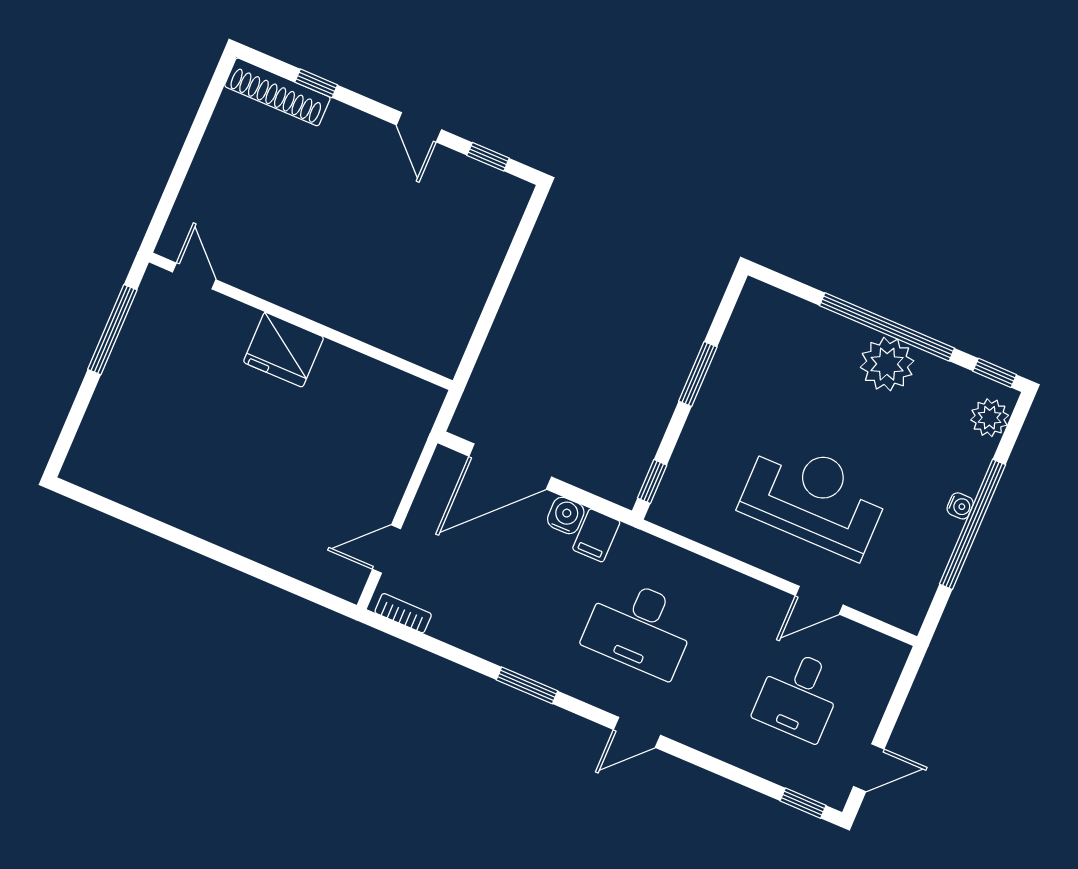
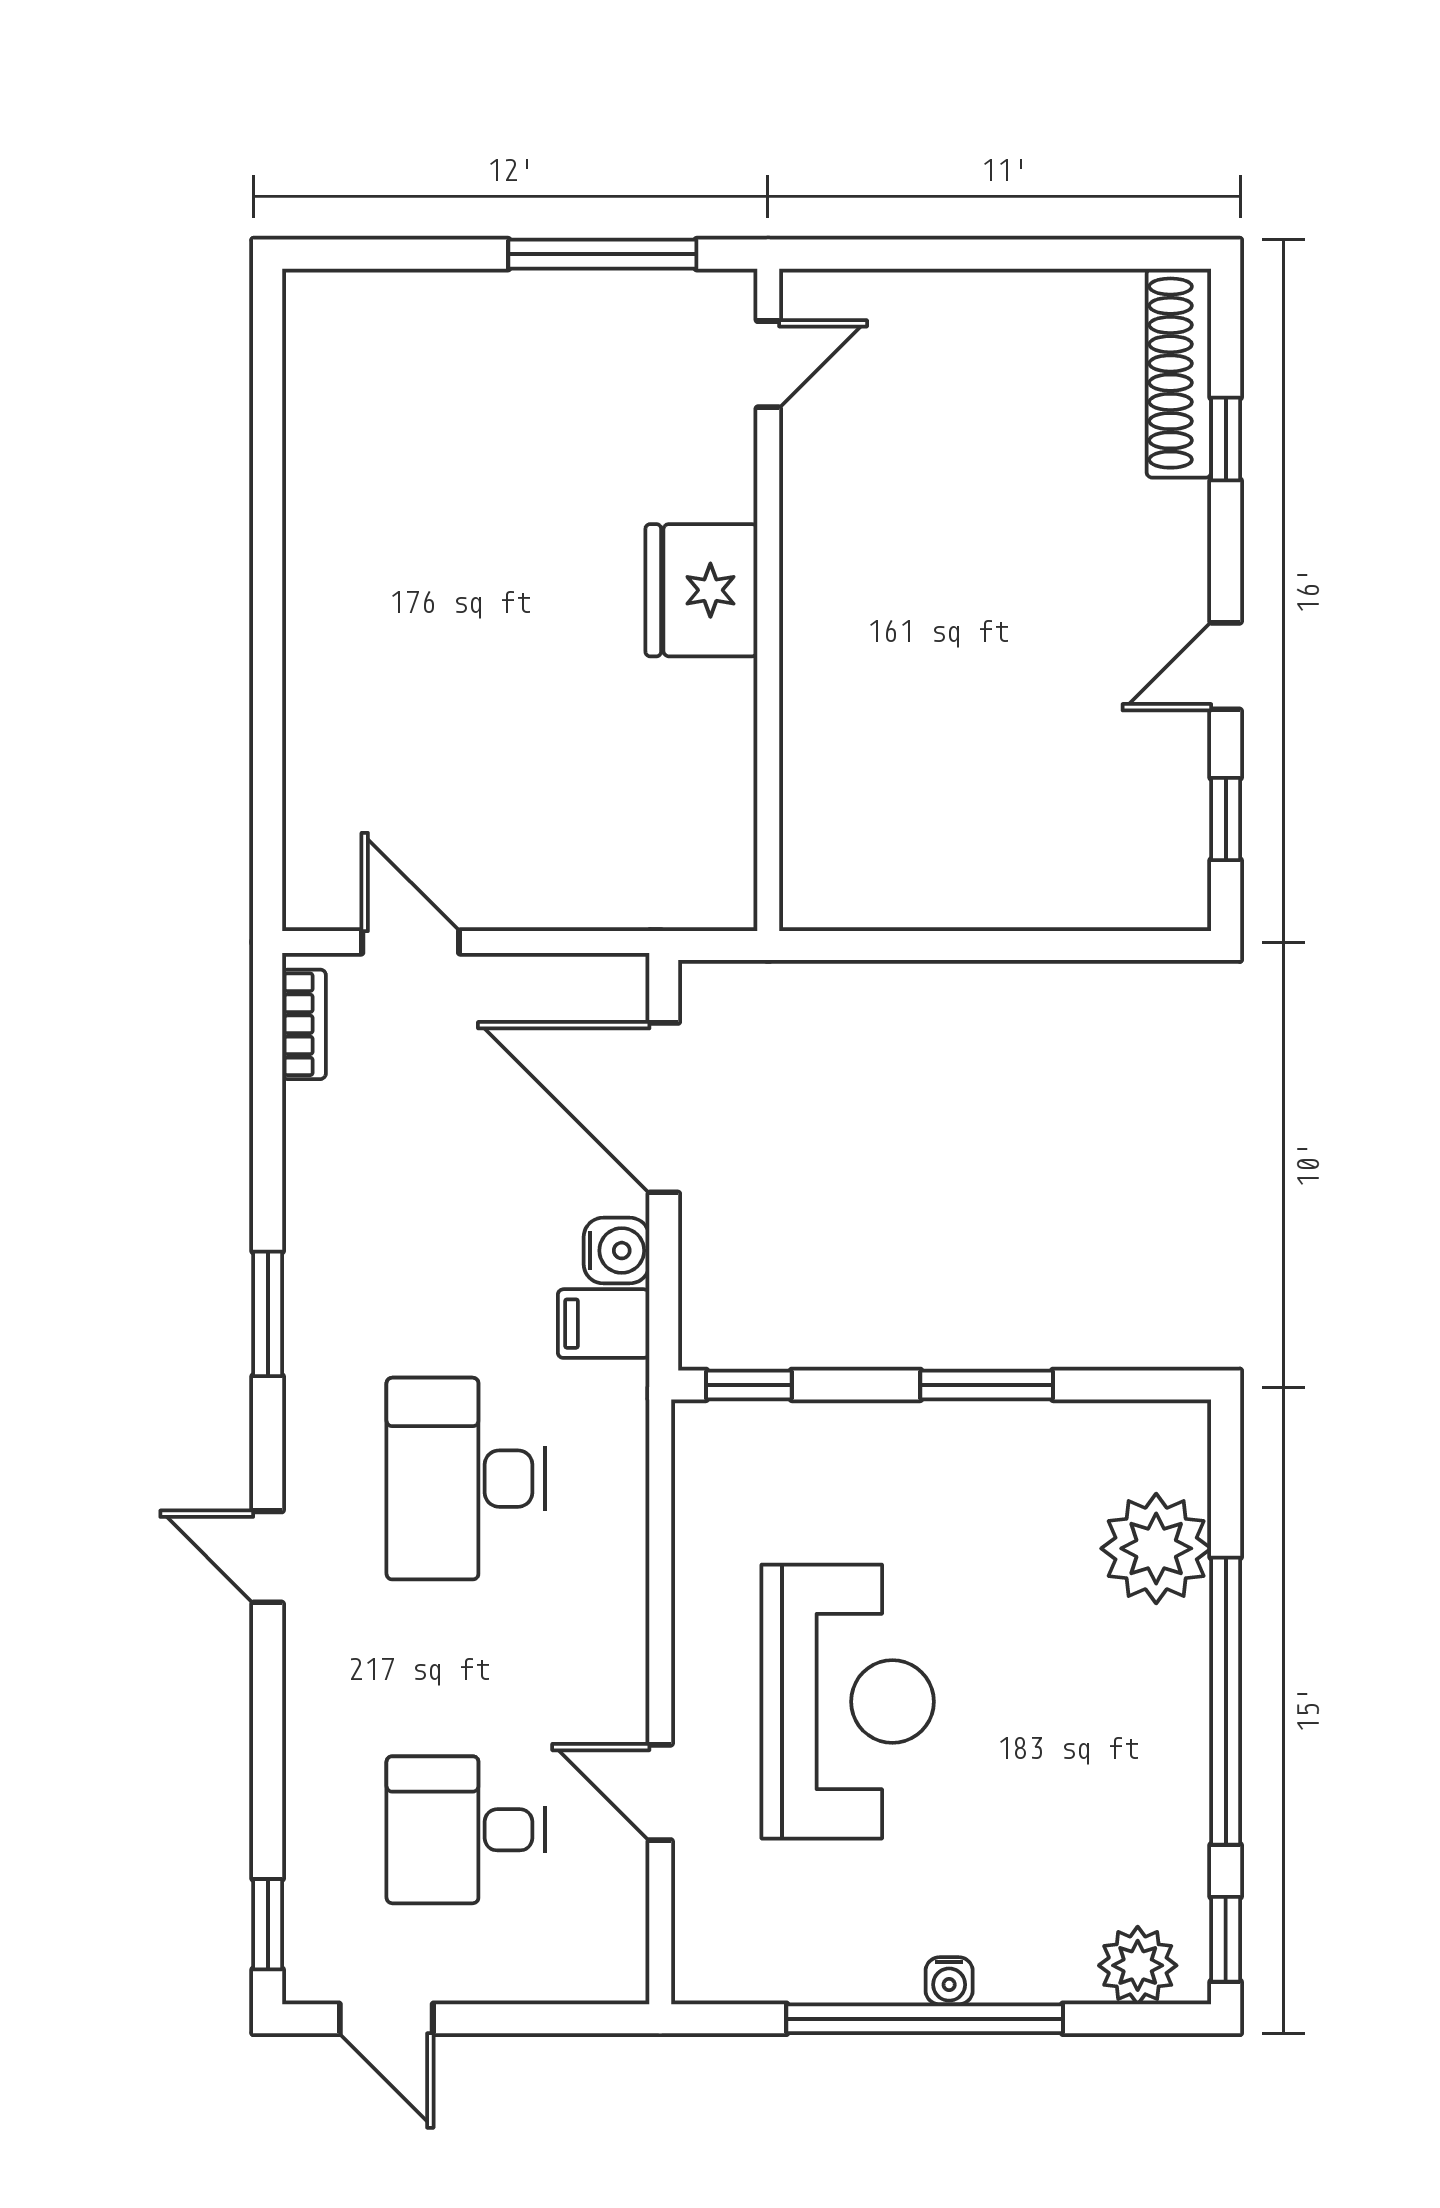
plant: (887, 364) -> (1156, 1548), moved

